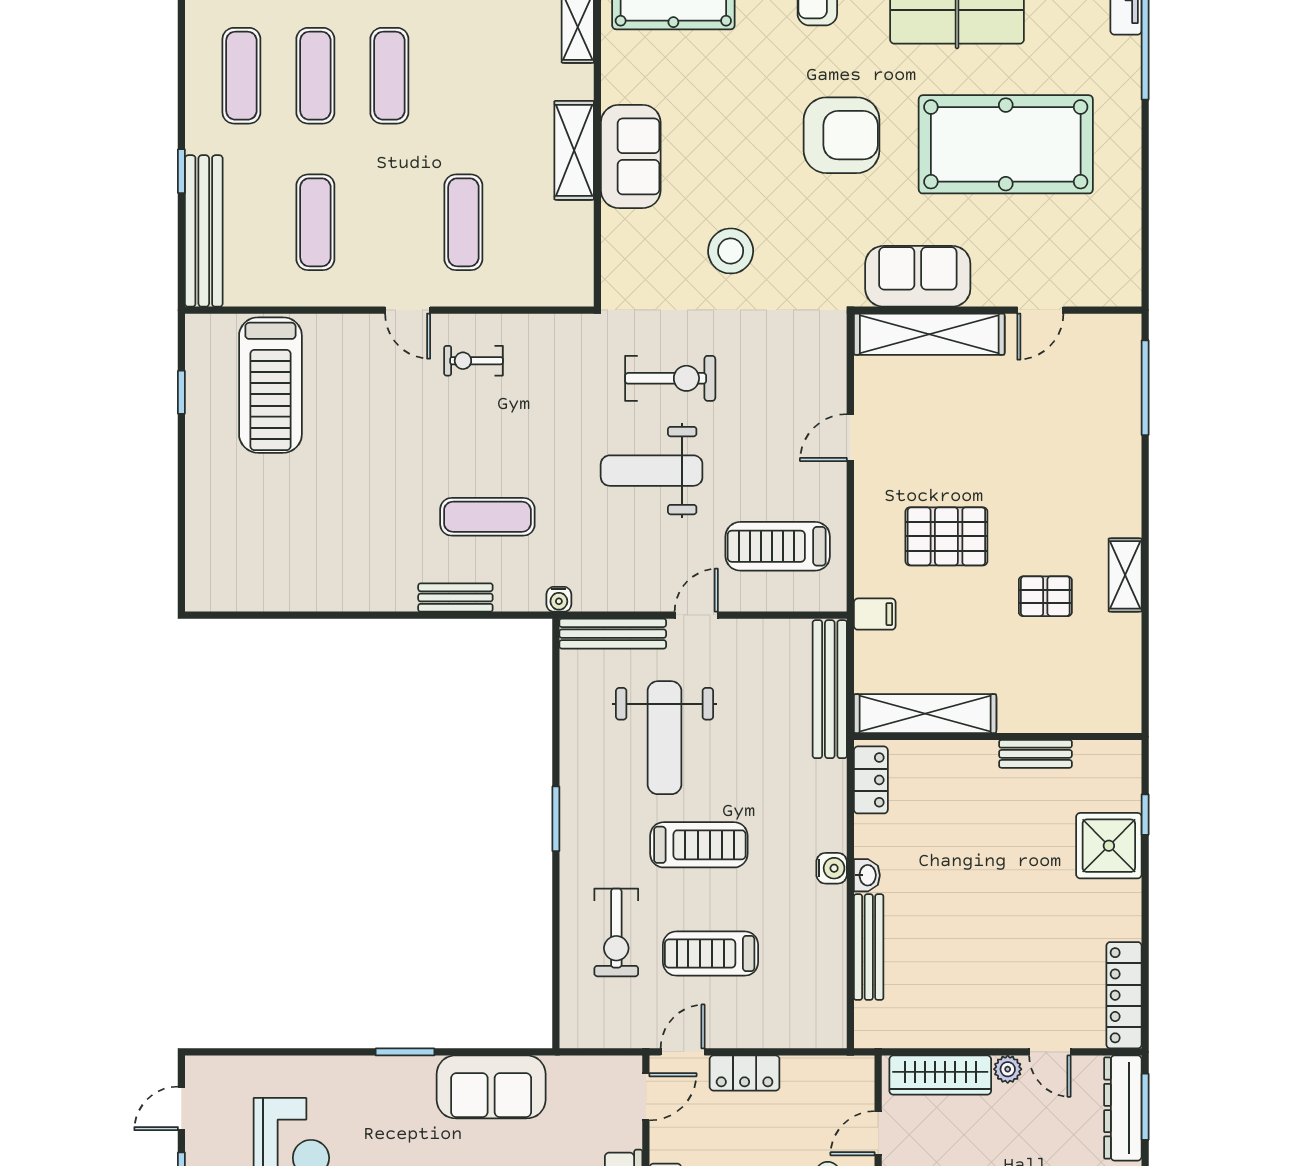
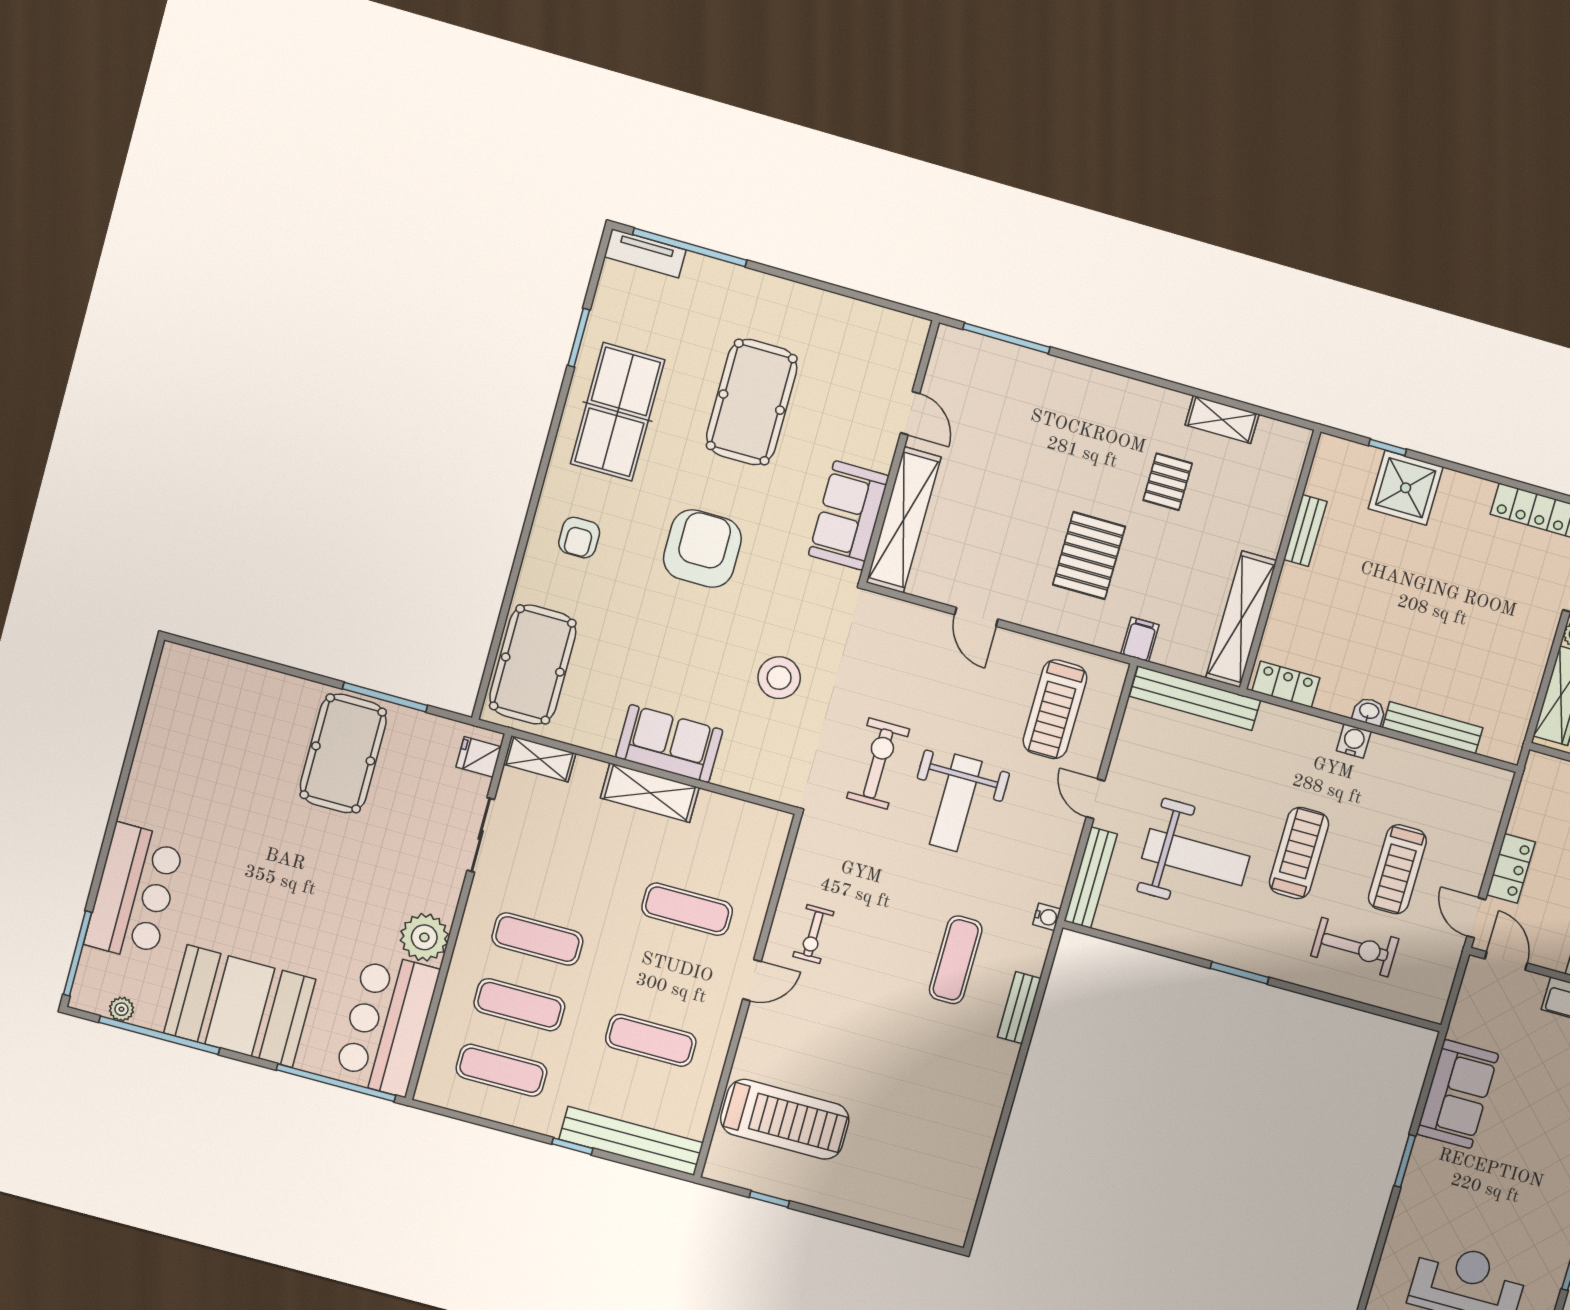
pool table: (1006, 144) -> (752, 402), width x0.73, depth x0.76
shelving: (1125, 575) -> (1222, 420), moved

